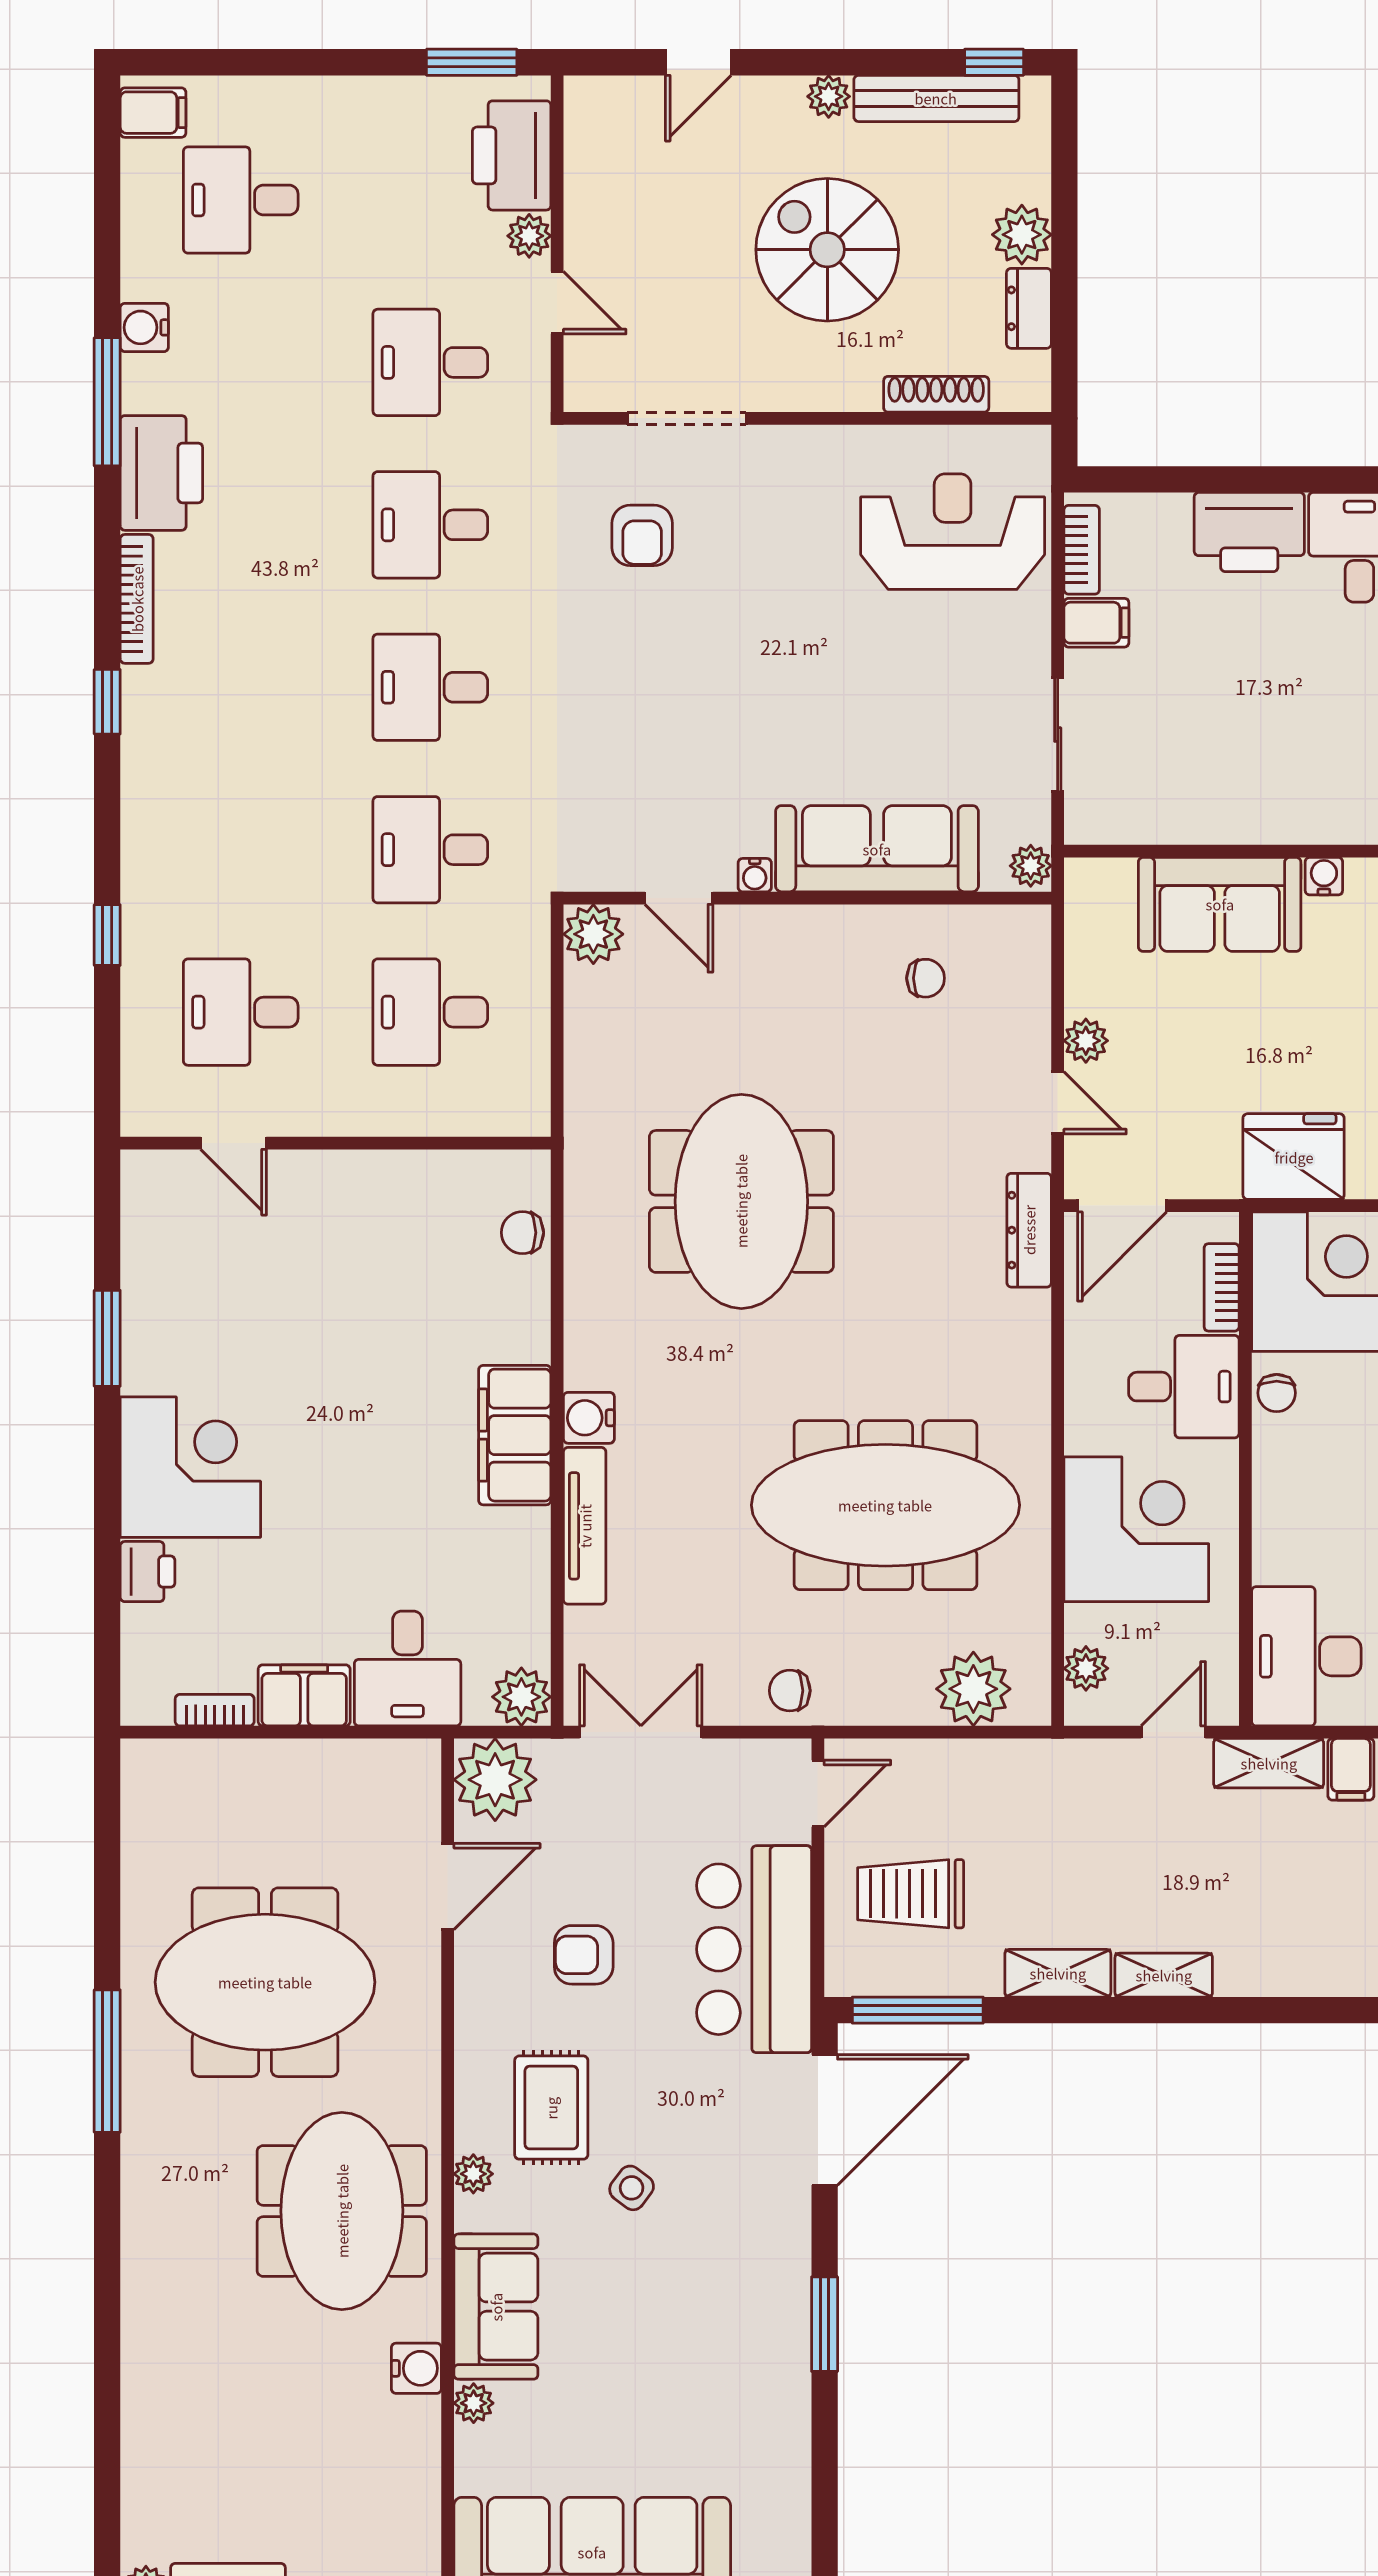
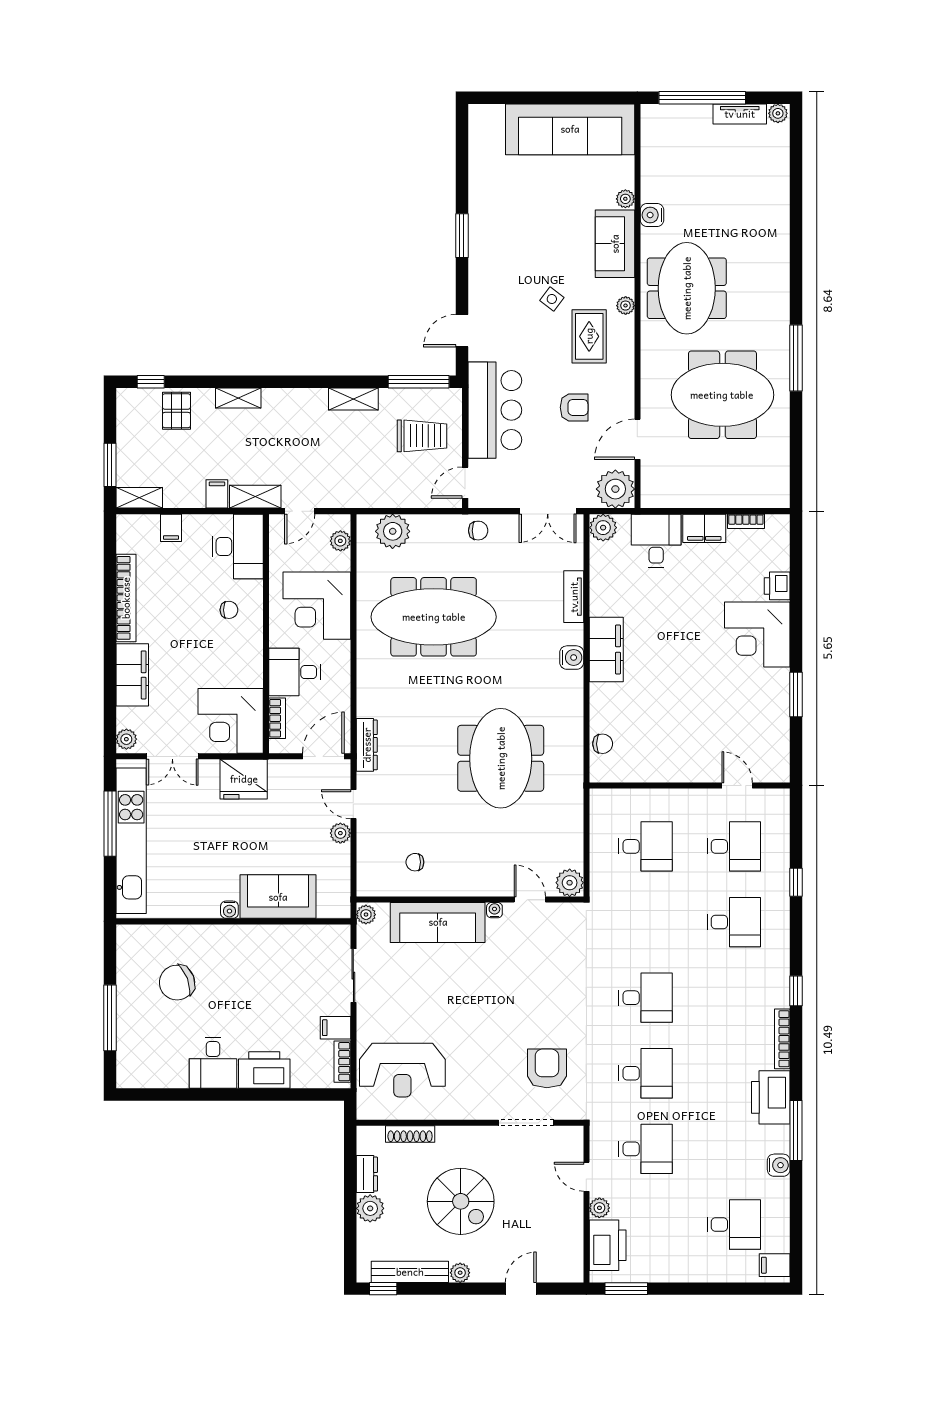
armchair: (642, 535) -> (547, 1068), width x1.38, depth x1.38
desk: (430, 850) -> (734, 922), moved
chair: (1277, 1393) -> (229, 610), moved, turned 90
tv unit: (585, 1526) -> (574, 597), width x0.71
shelving: (1164, 1975) -> (238, 398), moved
door: (825, 2120) -> (462, 331), width x0.53

